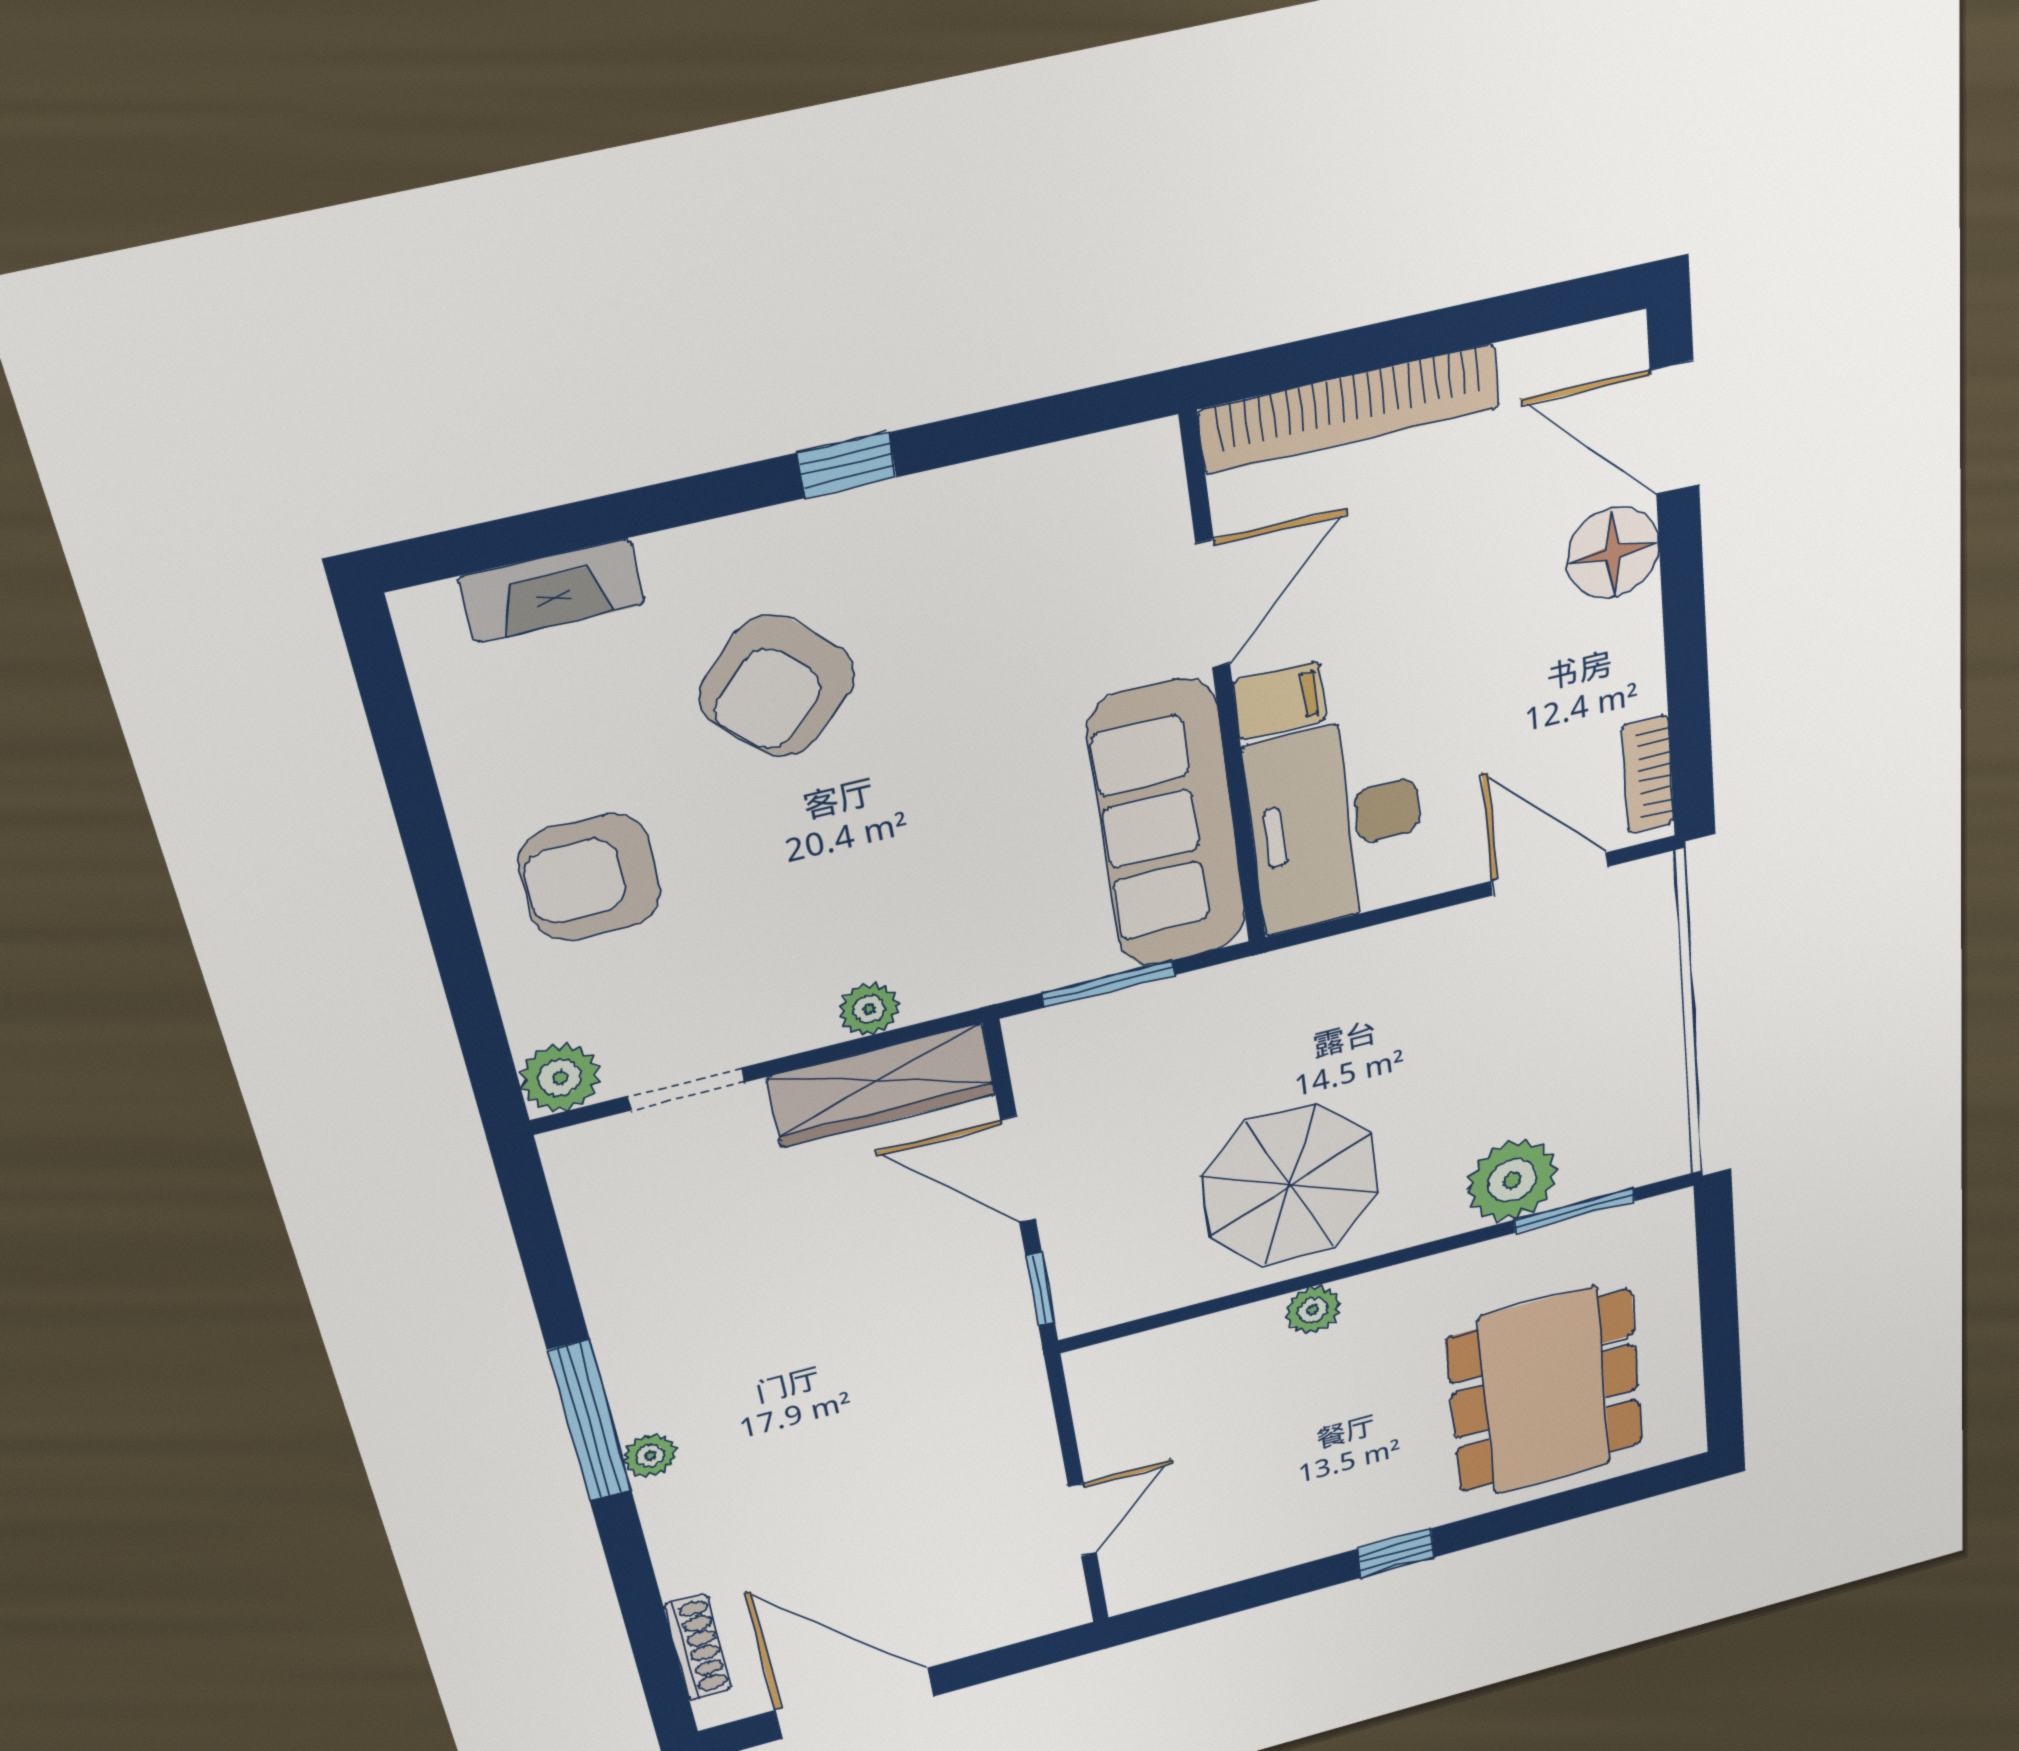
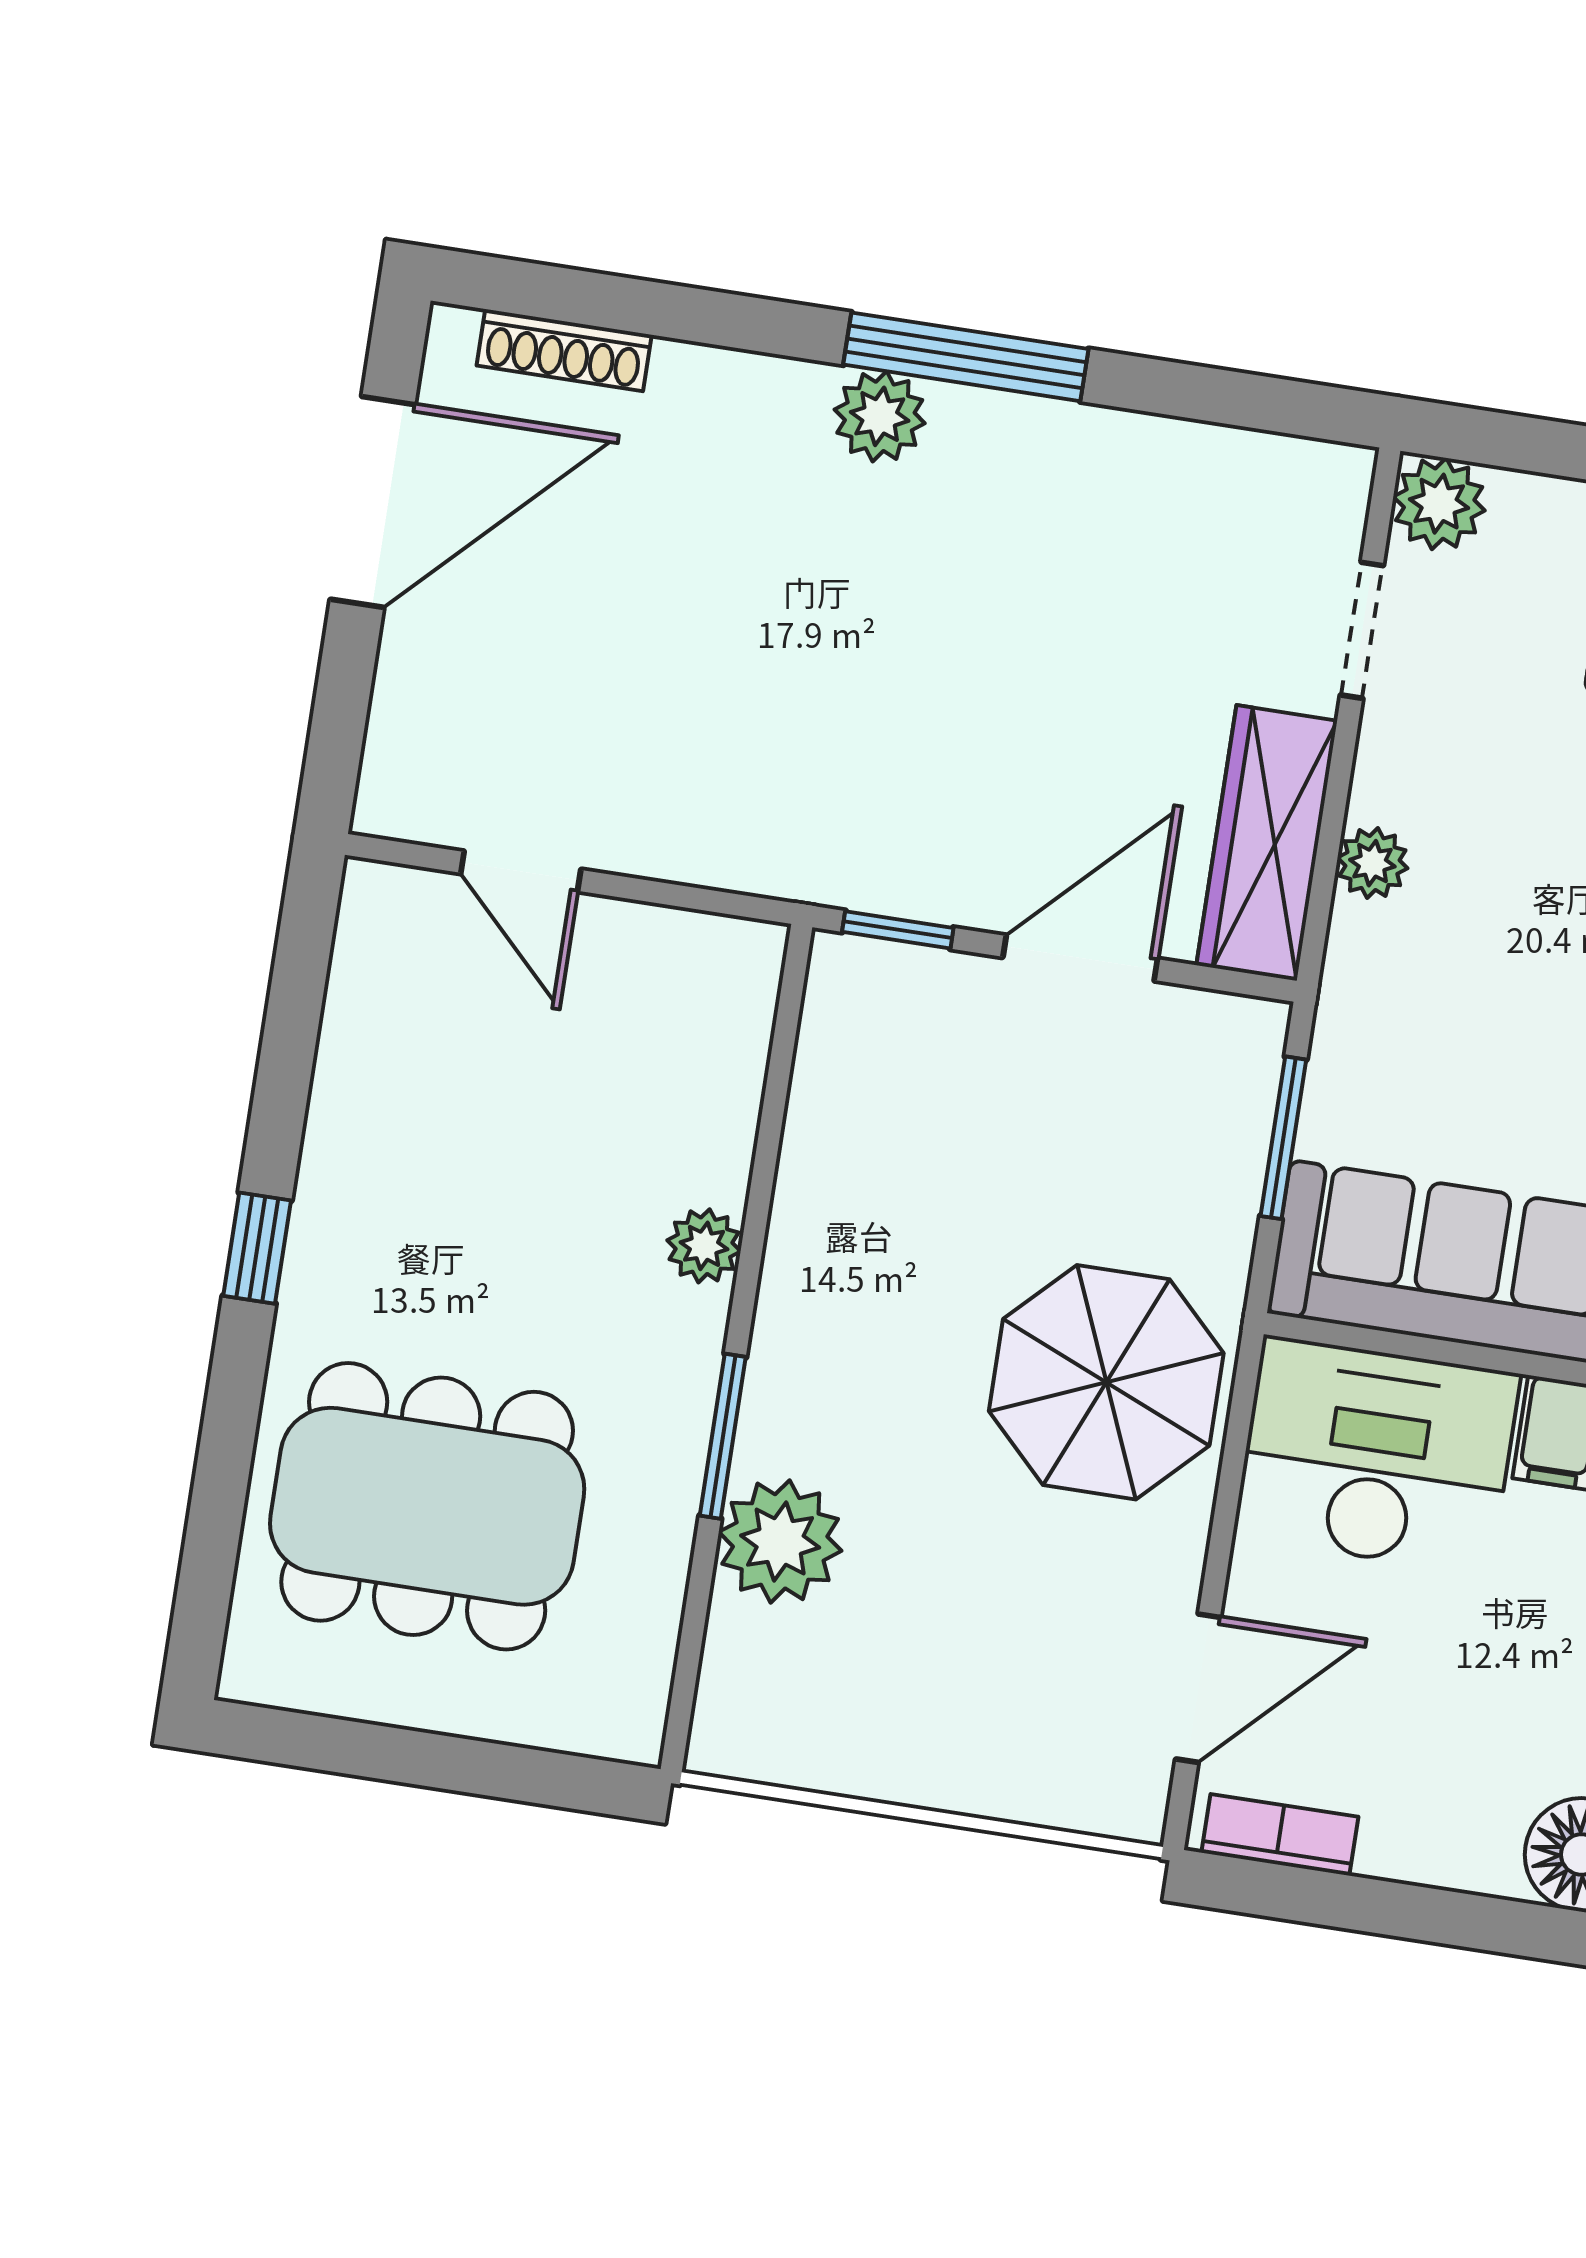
parasol: (1290, 1185) -> (1106, 1382), moved
window: (1574, 1211) -> (723, 1436), moved
plant: (650, 1456) -> (880, 416), width x1.38, depth x1.38

